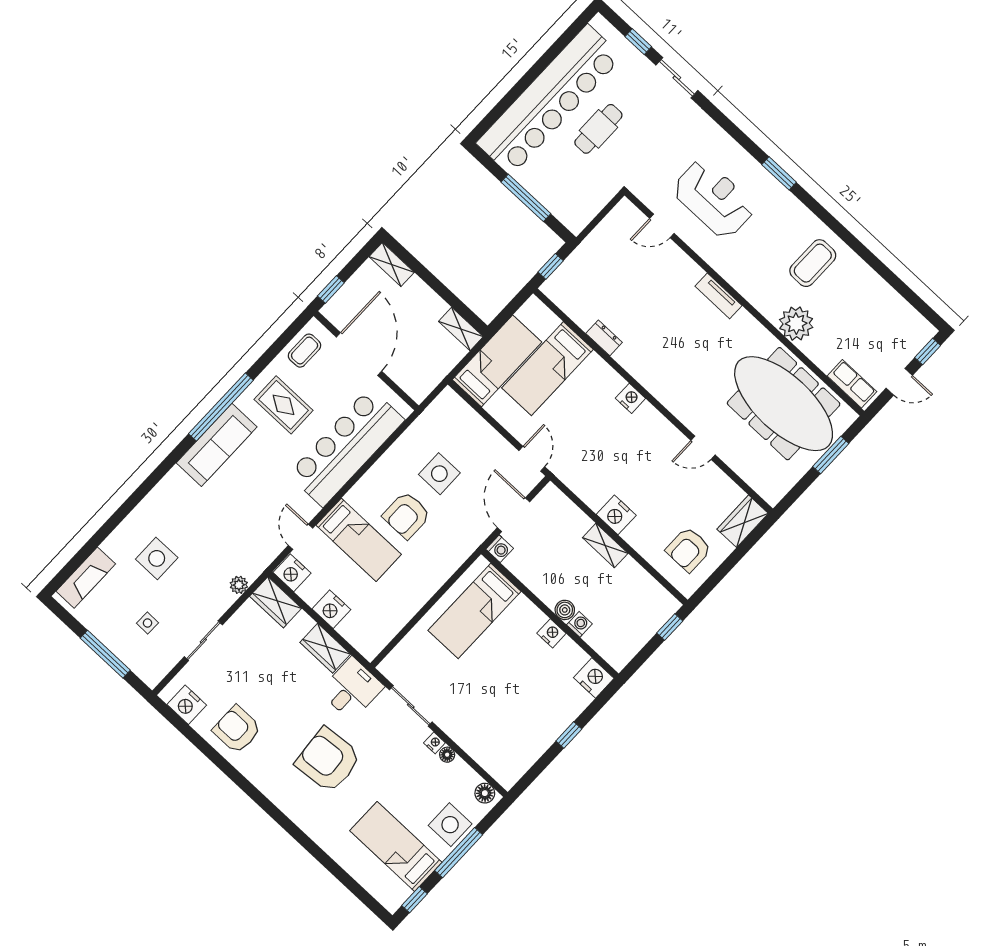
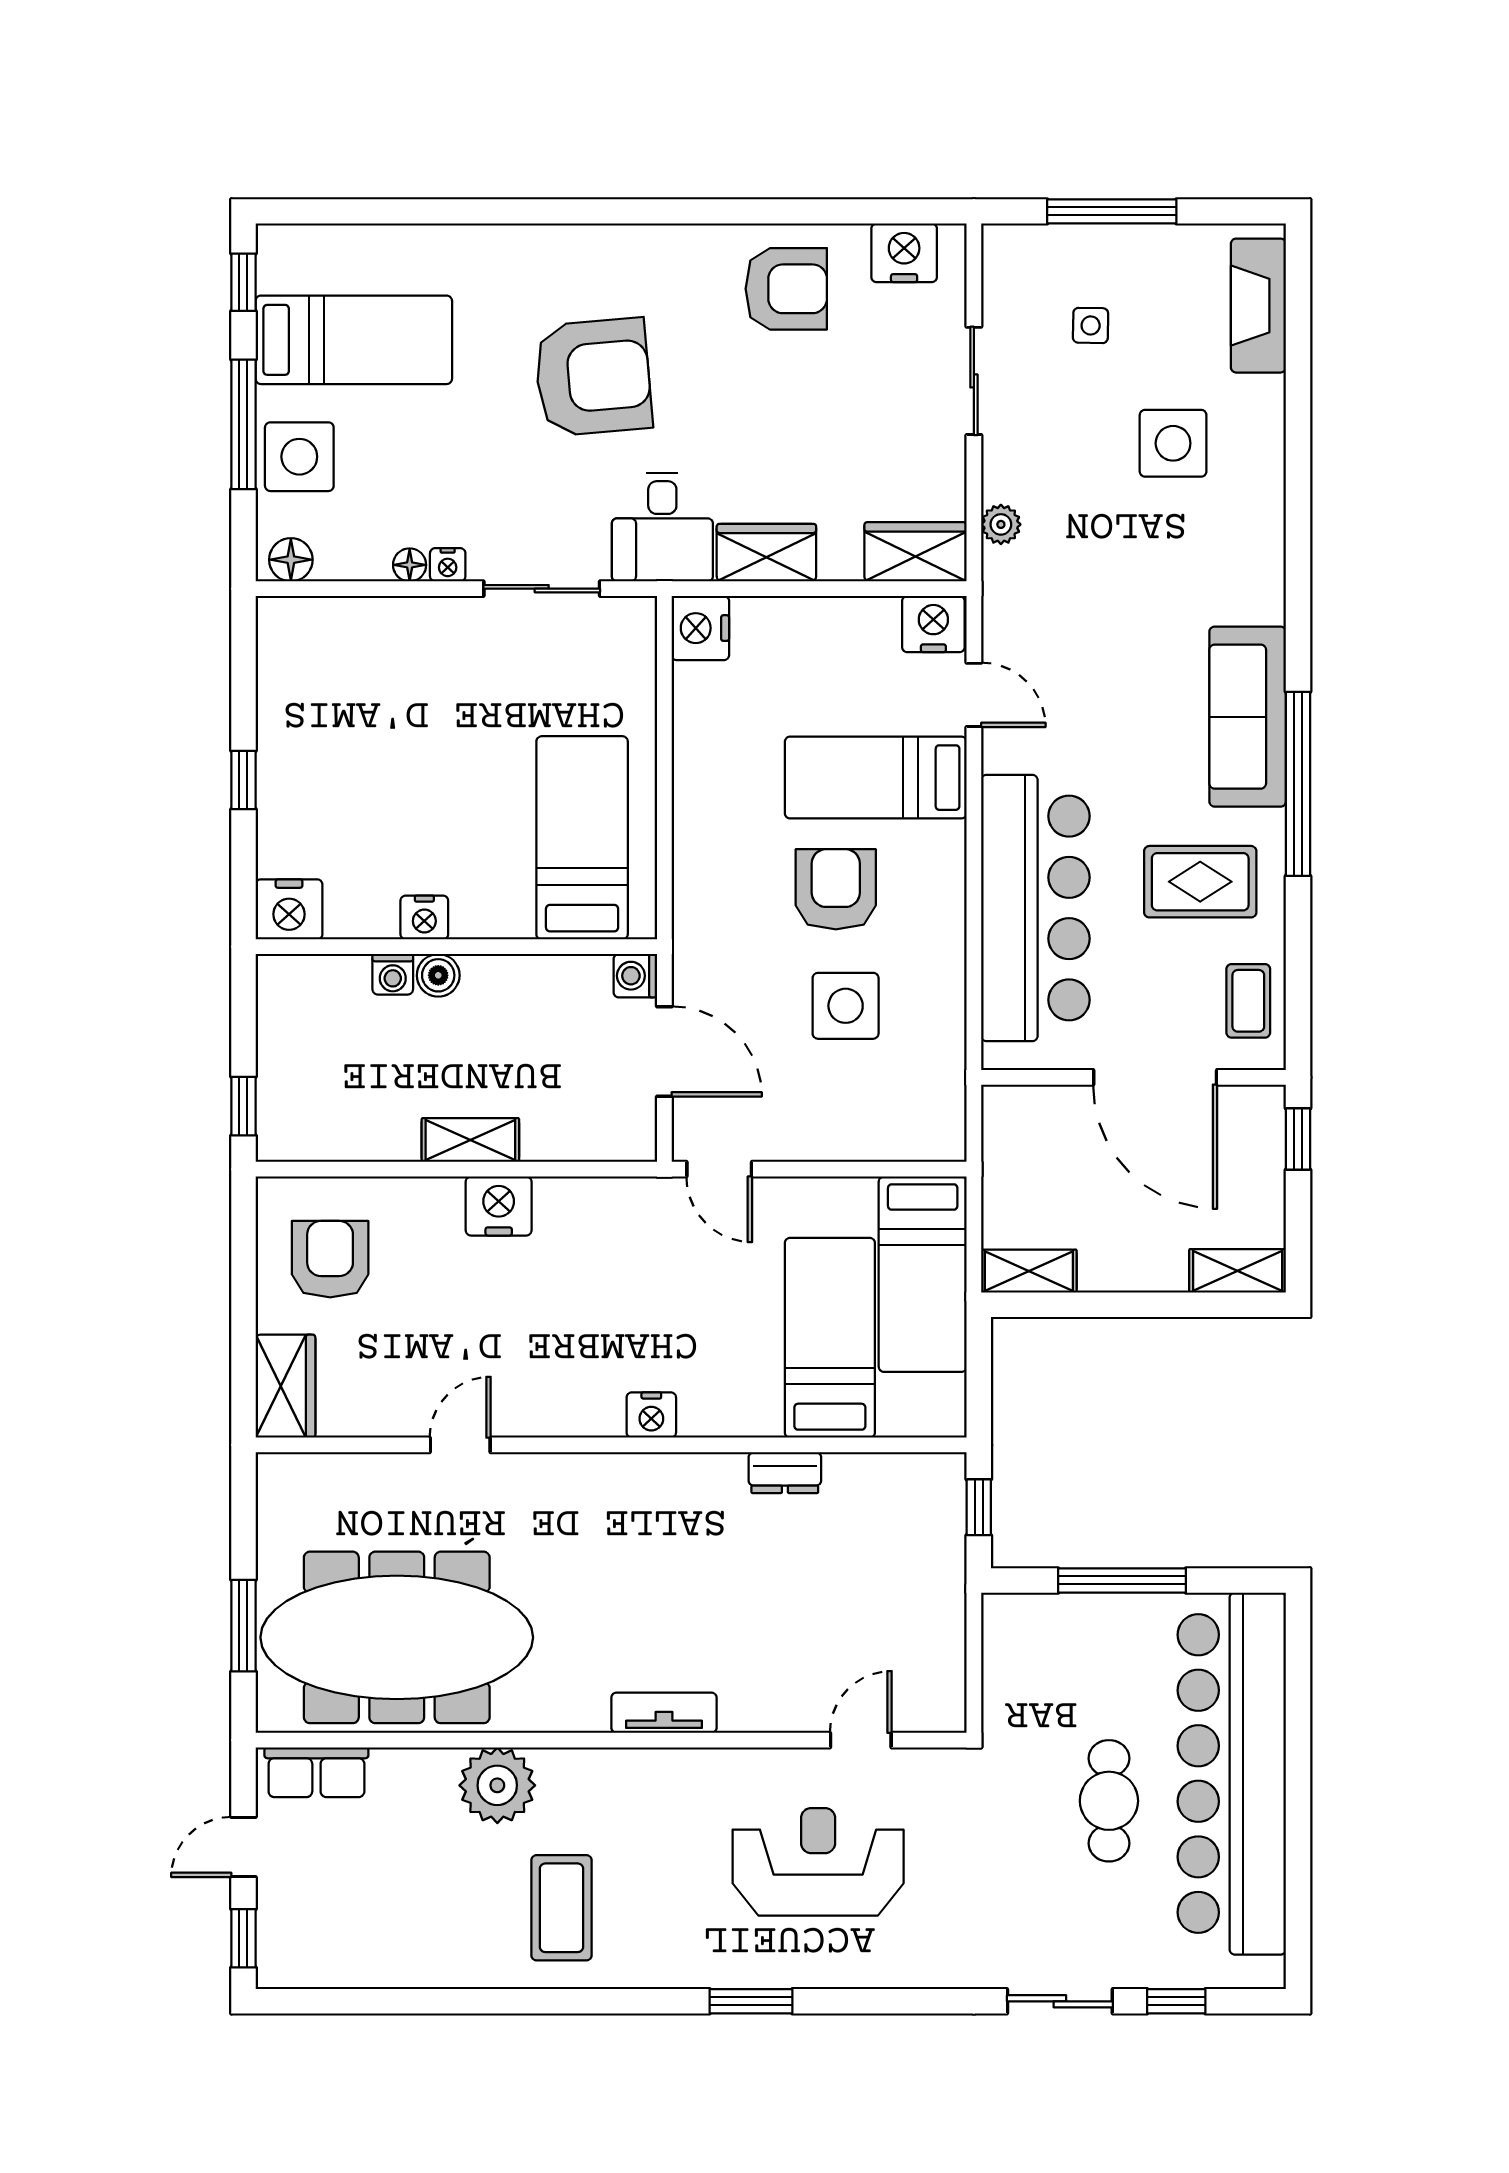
reception desk: (714, 199) -> (818, 1862), turned 180
nightstand: (331, 609) -> (700, 628), moved, turned -90

